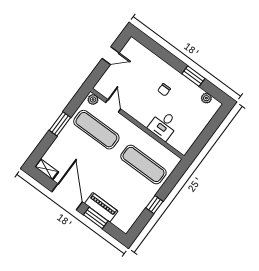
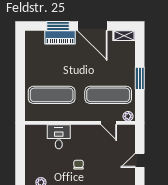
window: (154, 205) -> (20, 70), removed

